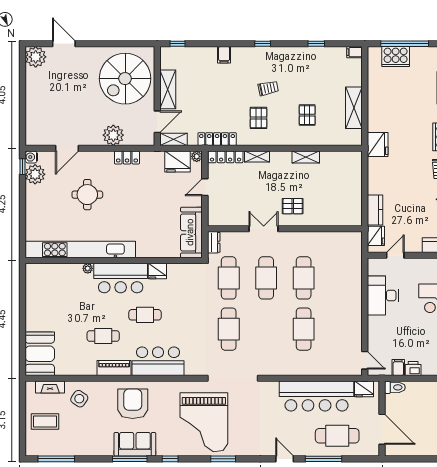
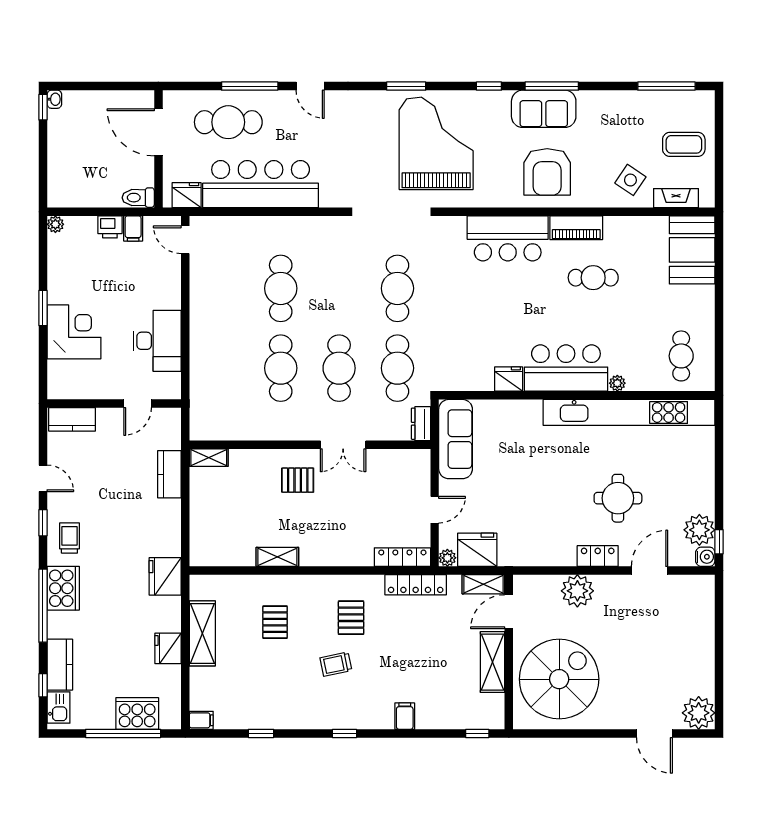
shelving: (257, 156) -> (209, 458), moved
locker: (127, 157) -> (598, 556), moved
fridge: (376, 236) -> (168, 648), moved
cafe table: (145, 315) -> (681, 356), moved, turned 90

